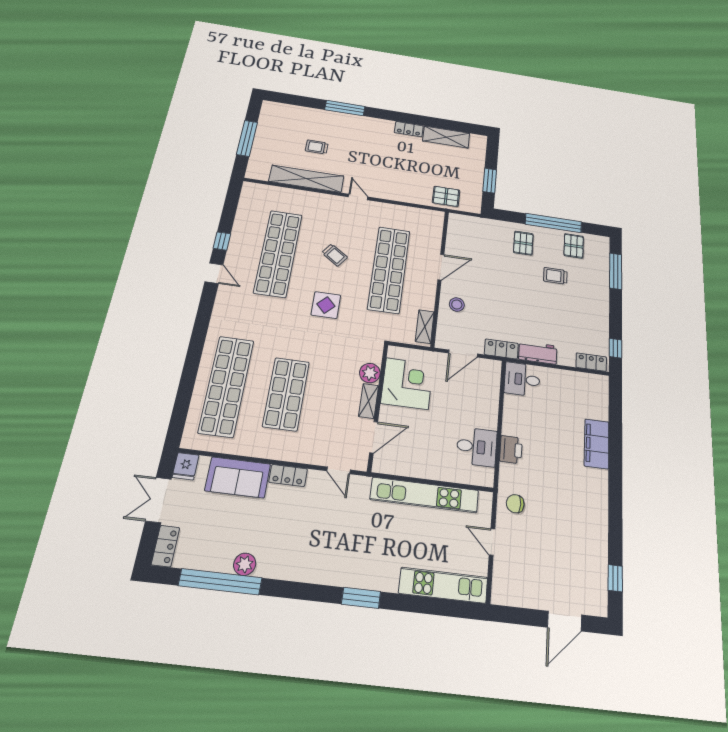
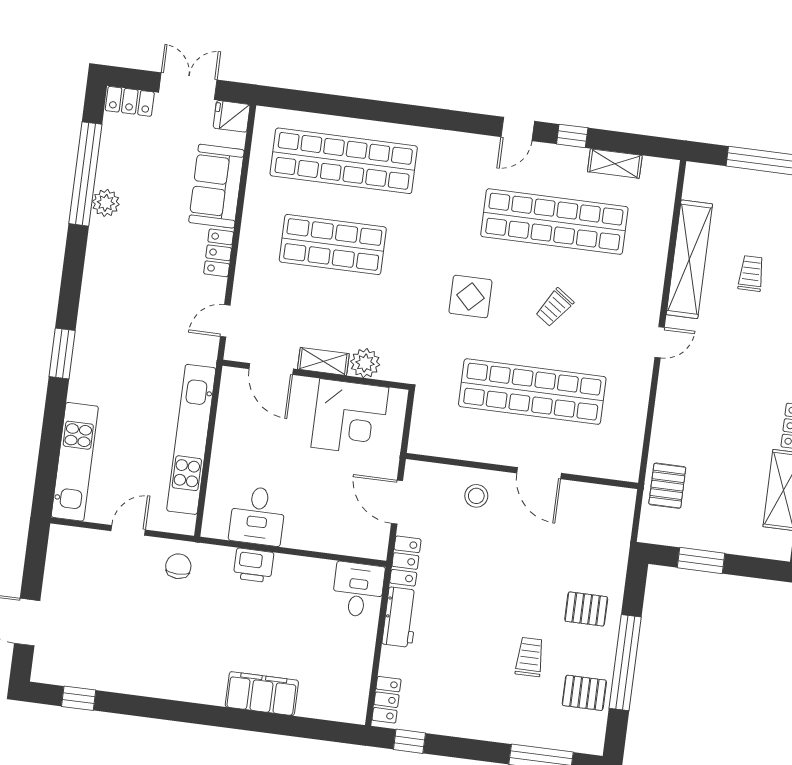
shelving: (425, 327) -> (615, 164), moved

